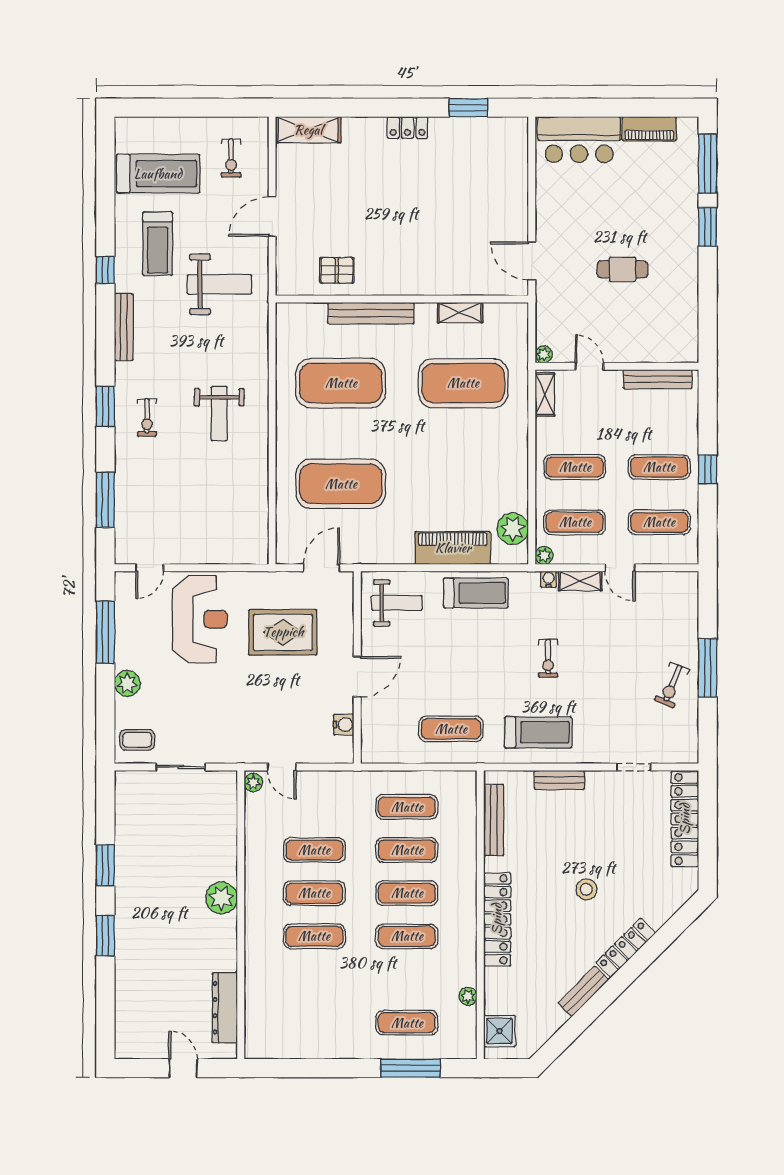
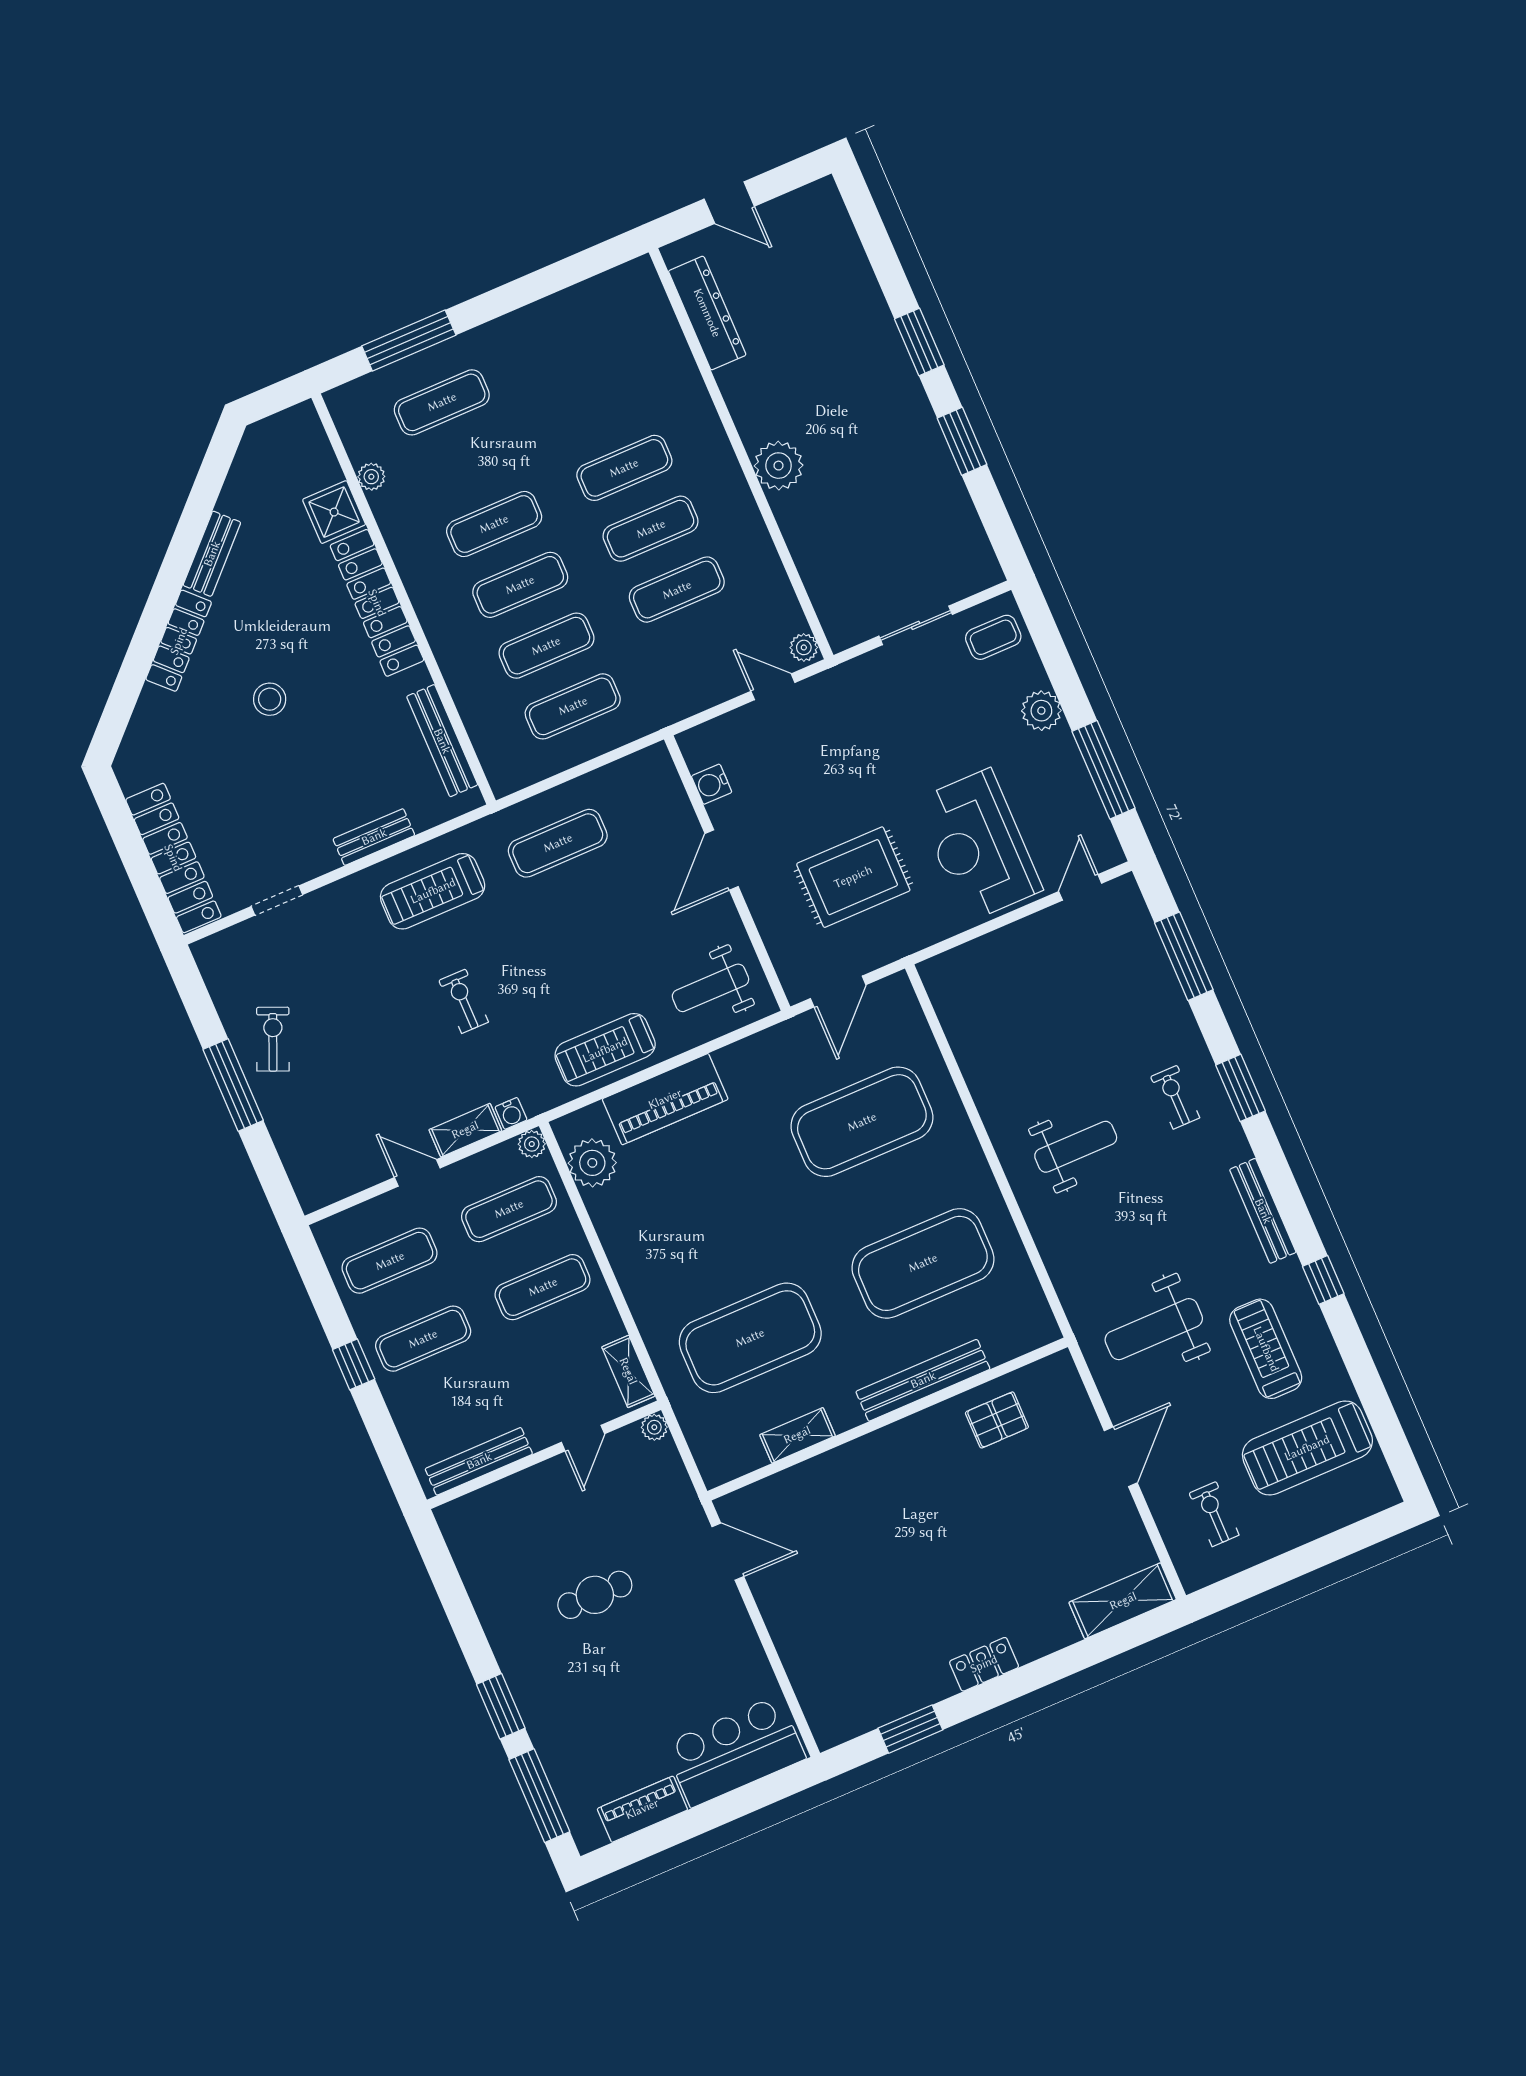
door: (589, 366) -> (583, 1438), hinge flipped
weight bench: (219, 414) -> (1076, 1147), turned 90
shower: (500, 1031) -> (334, 512), moved

